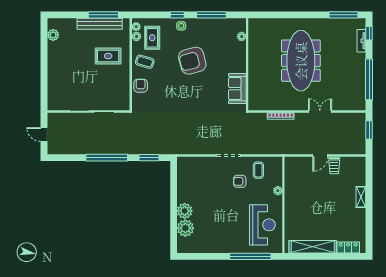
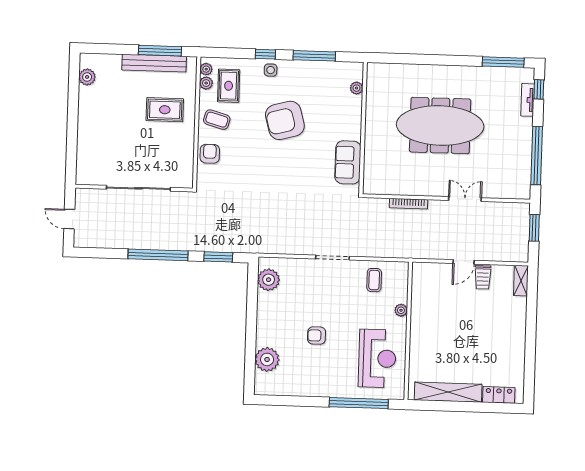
meeting table: (301, 61) -> (440, 125), turned 90
armchair: (240, 181) -> (317, 336), moved
shelving: (361, 197) -> (521, 281), moved
plant: (185, 211) -> (269, 280), moved

